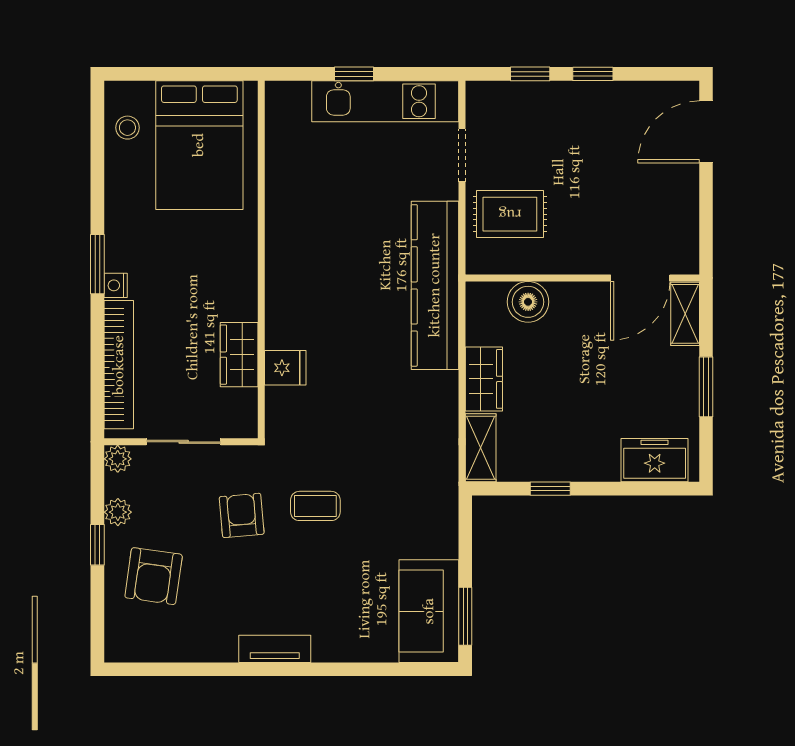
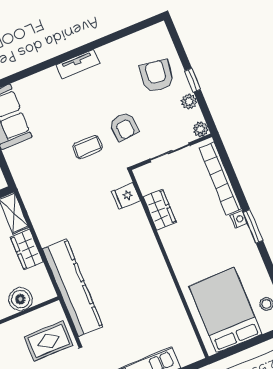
fridge: (285, 368) -> (126, 196), moved

